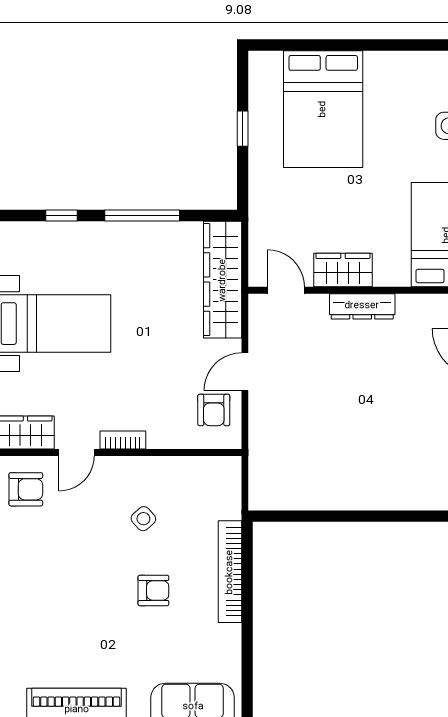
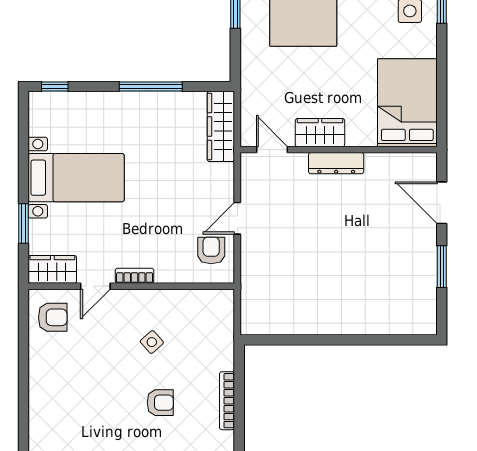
window: (62, 215) -> (55, 87), moved
wardrobe: (223, 280) -> (221, 126), width x0.71, depth x0.85
armchair: (214, 410) -> (211, 250), turned 180
bookcase: (230, 572) -> (227, 401), width x0.68, depth x0.76

